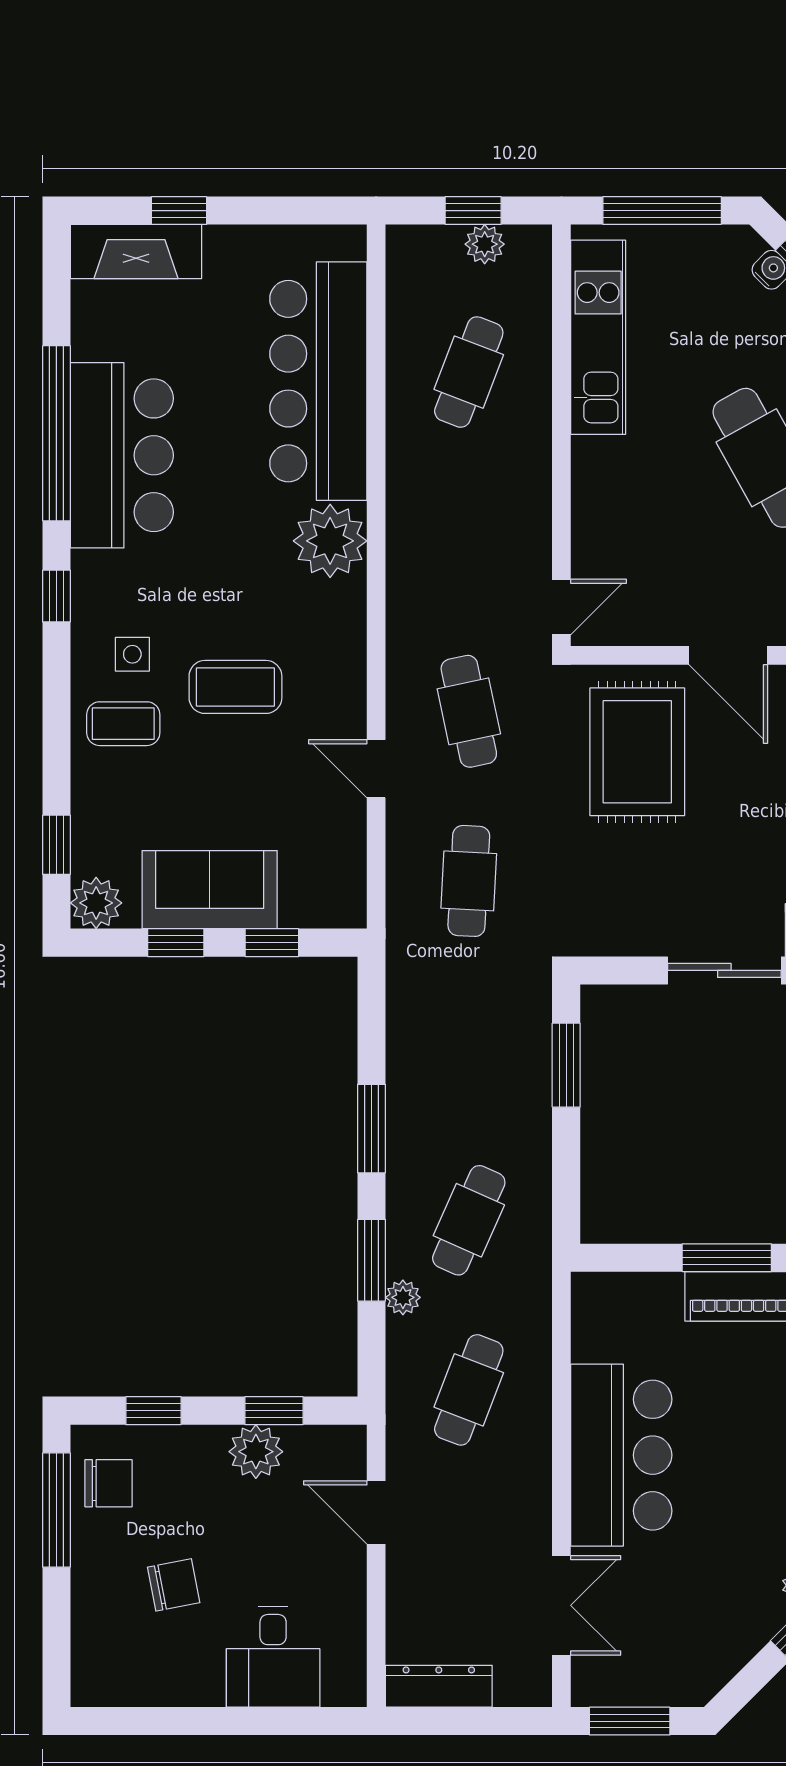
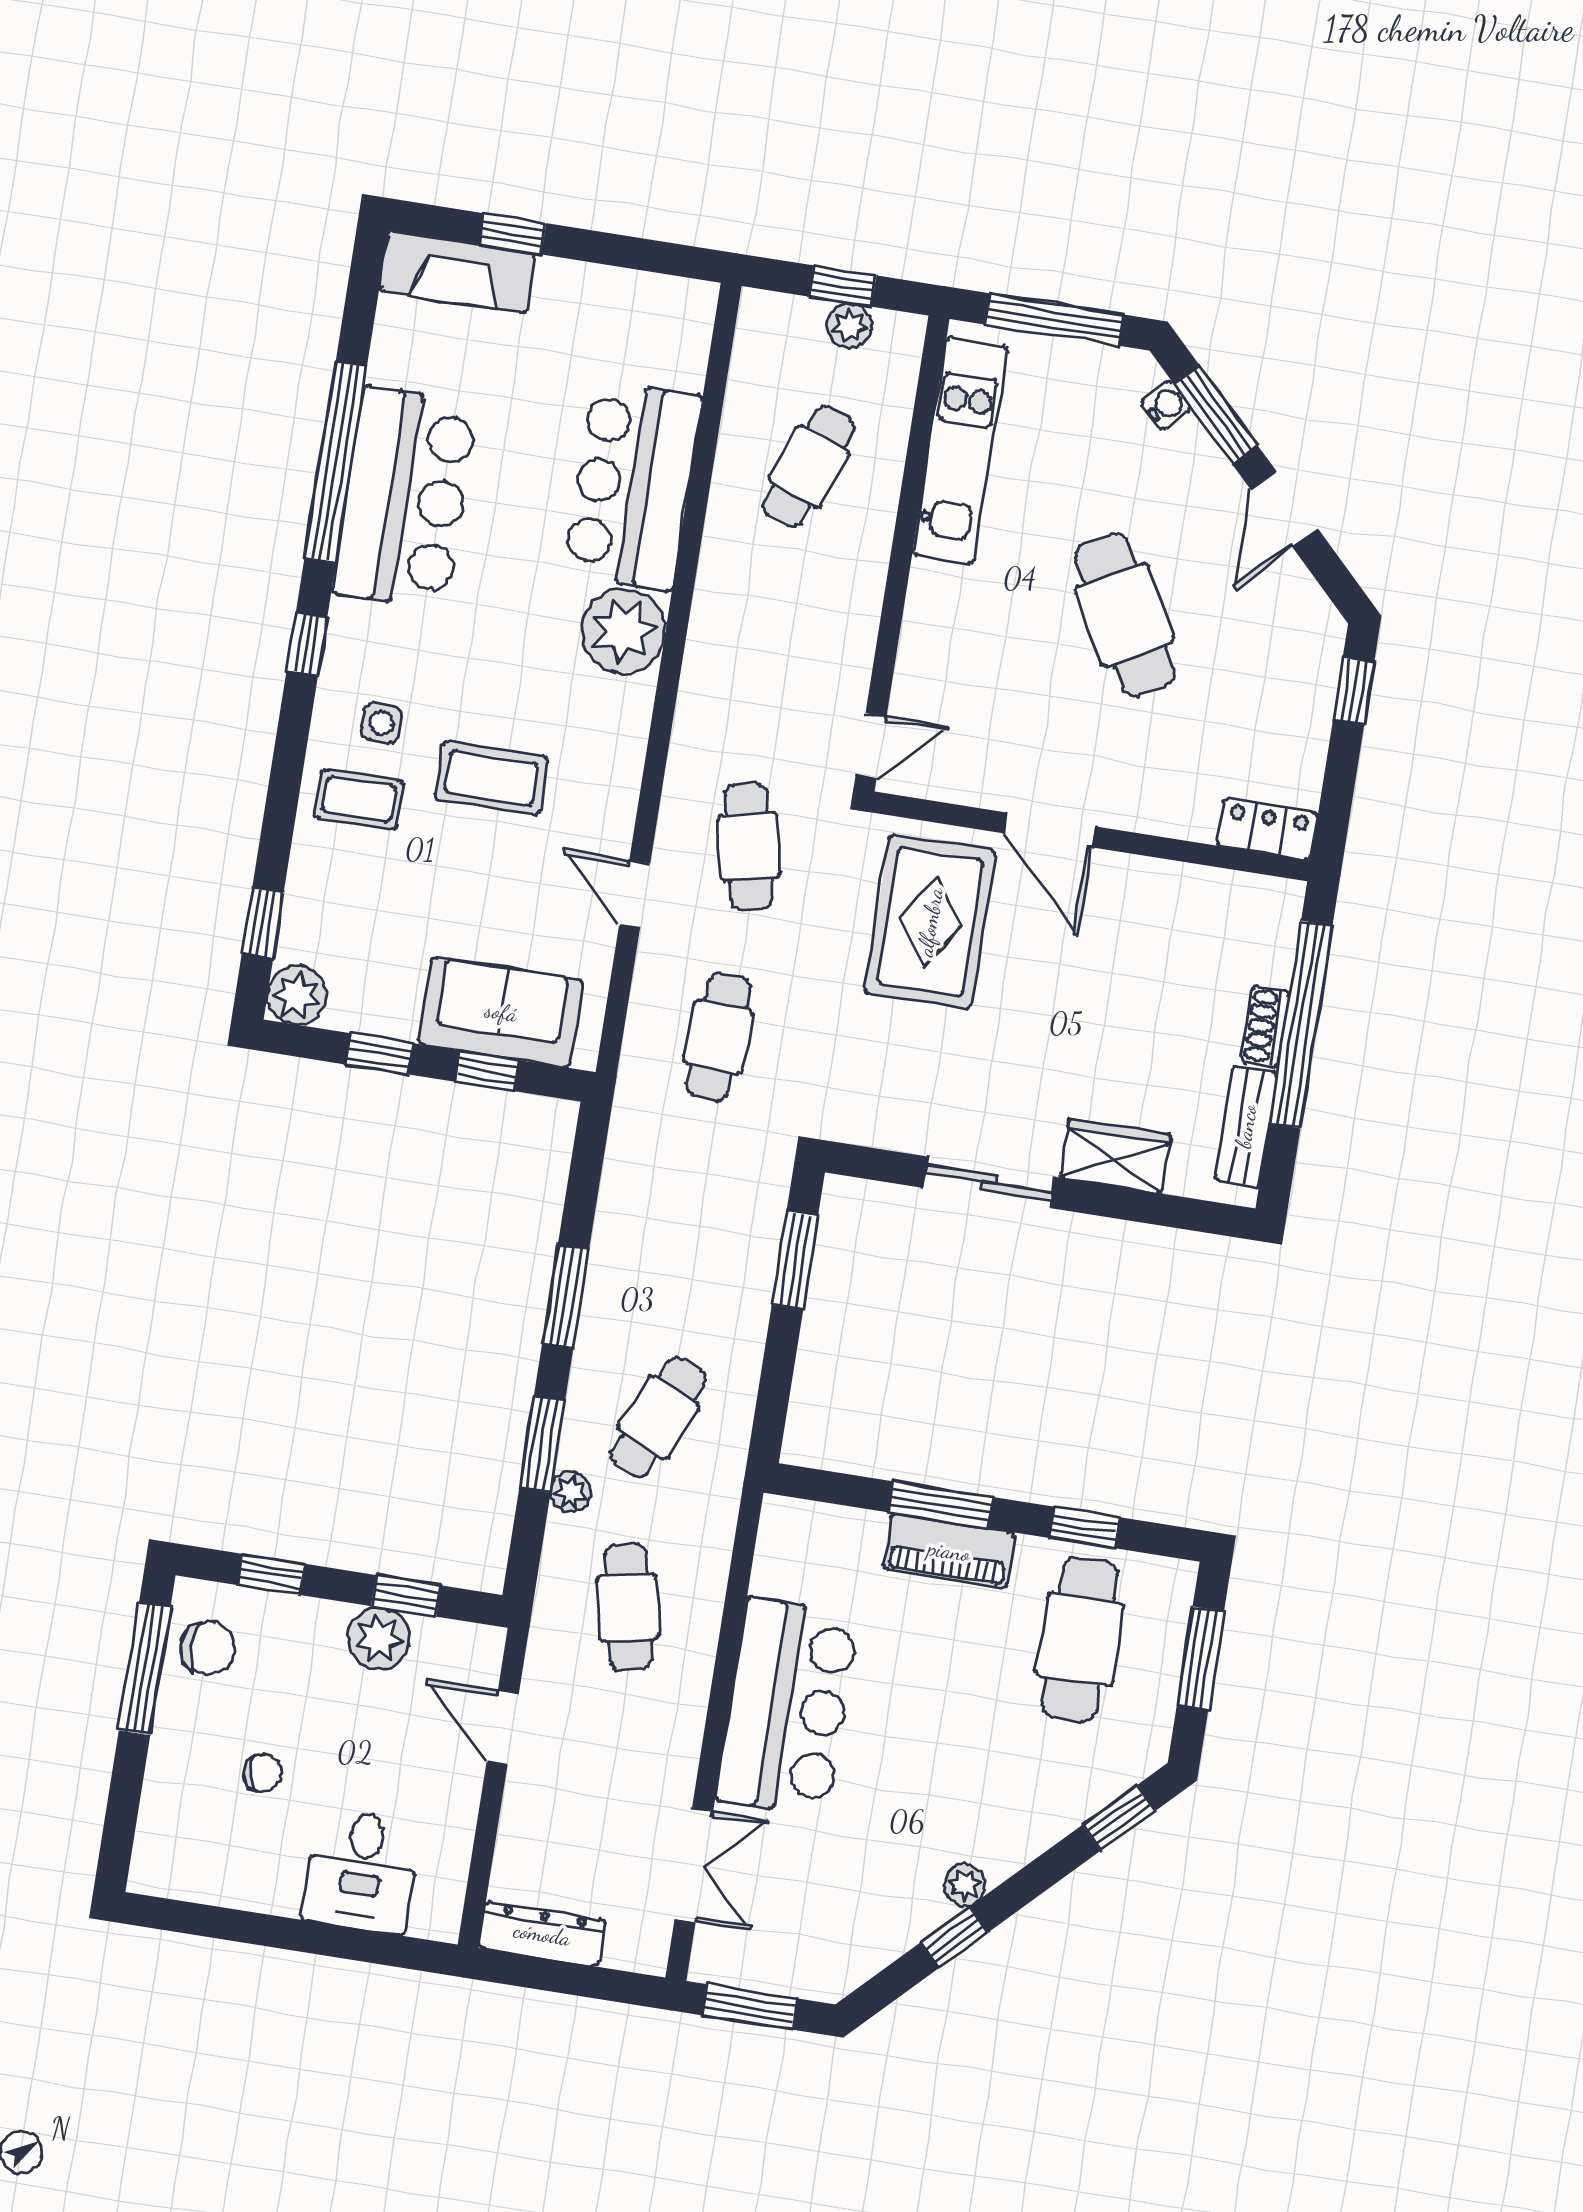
bar counter: (318, 381) -> (633, 485), width x0.73
sofa: (210, 890) -> (501, 1012), moved
cafe table: (469, 1390) -> (628, 1607), turned -33
chair: (174, 1585) -> (263, 1773), width x0.73, depth x0.73

